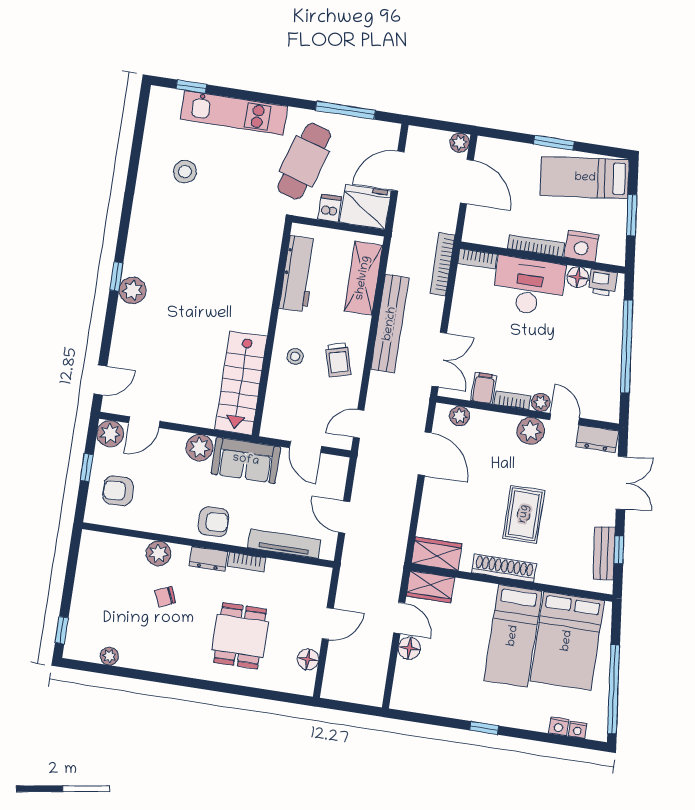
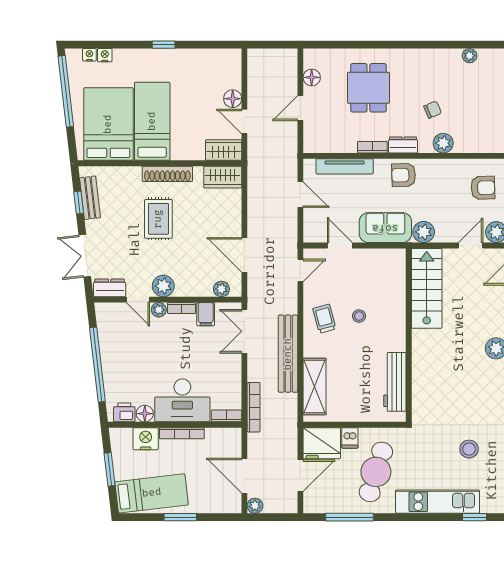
workbench: (298, 274) -> (395, 382), moved
wall: (272, 329) -> (409, 335), moved
stairs: (241, 383) -> (427, 288), moved

